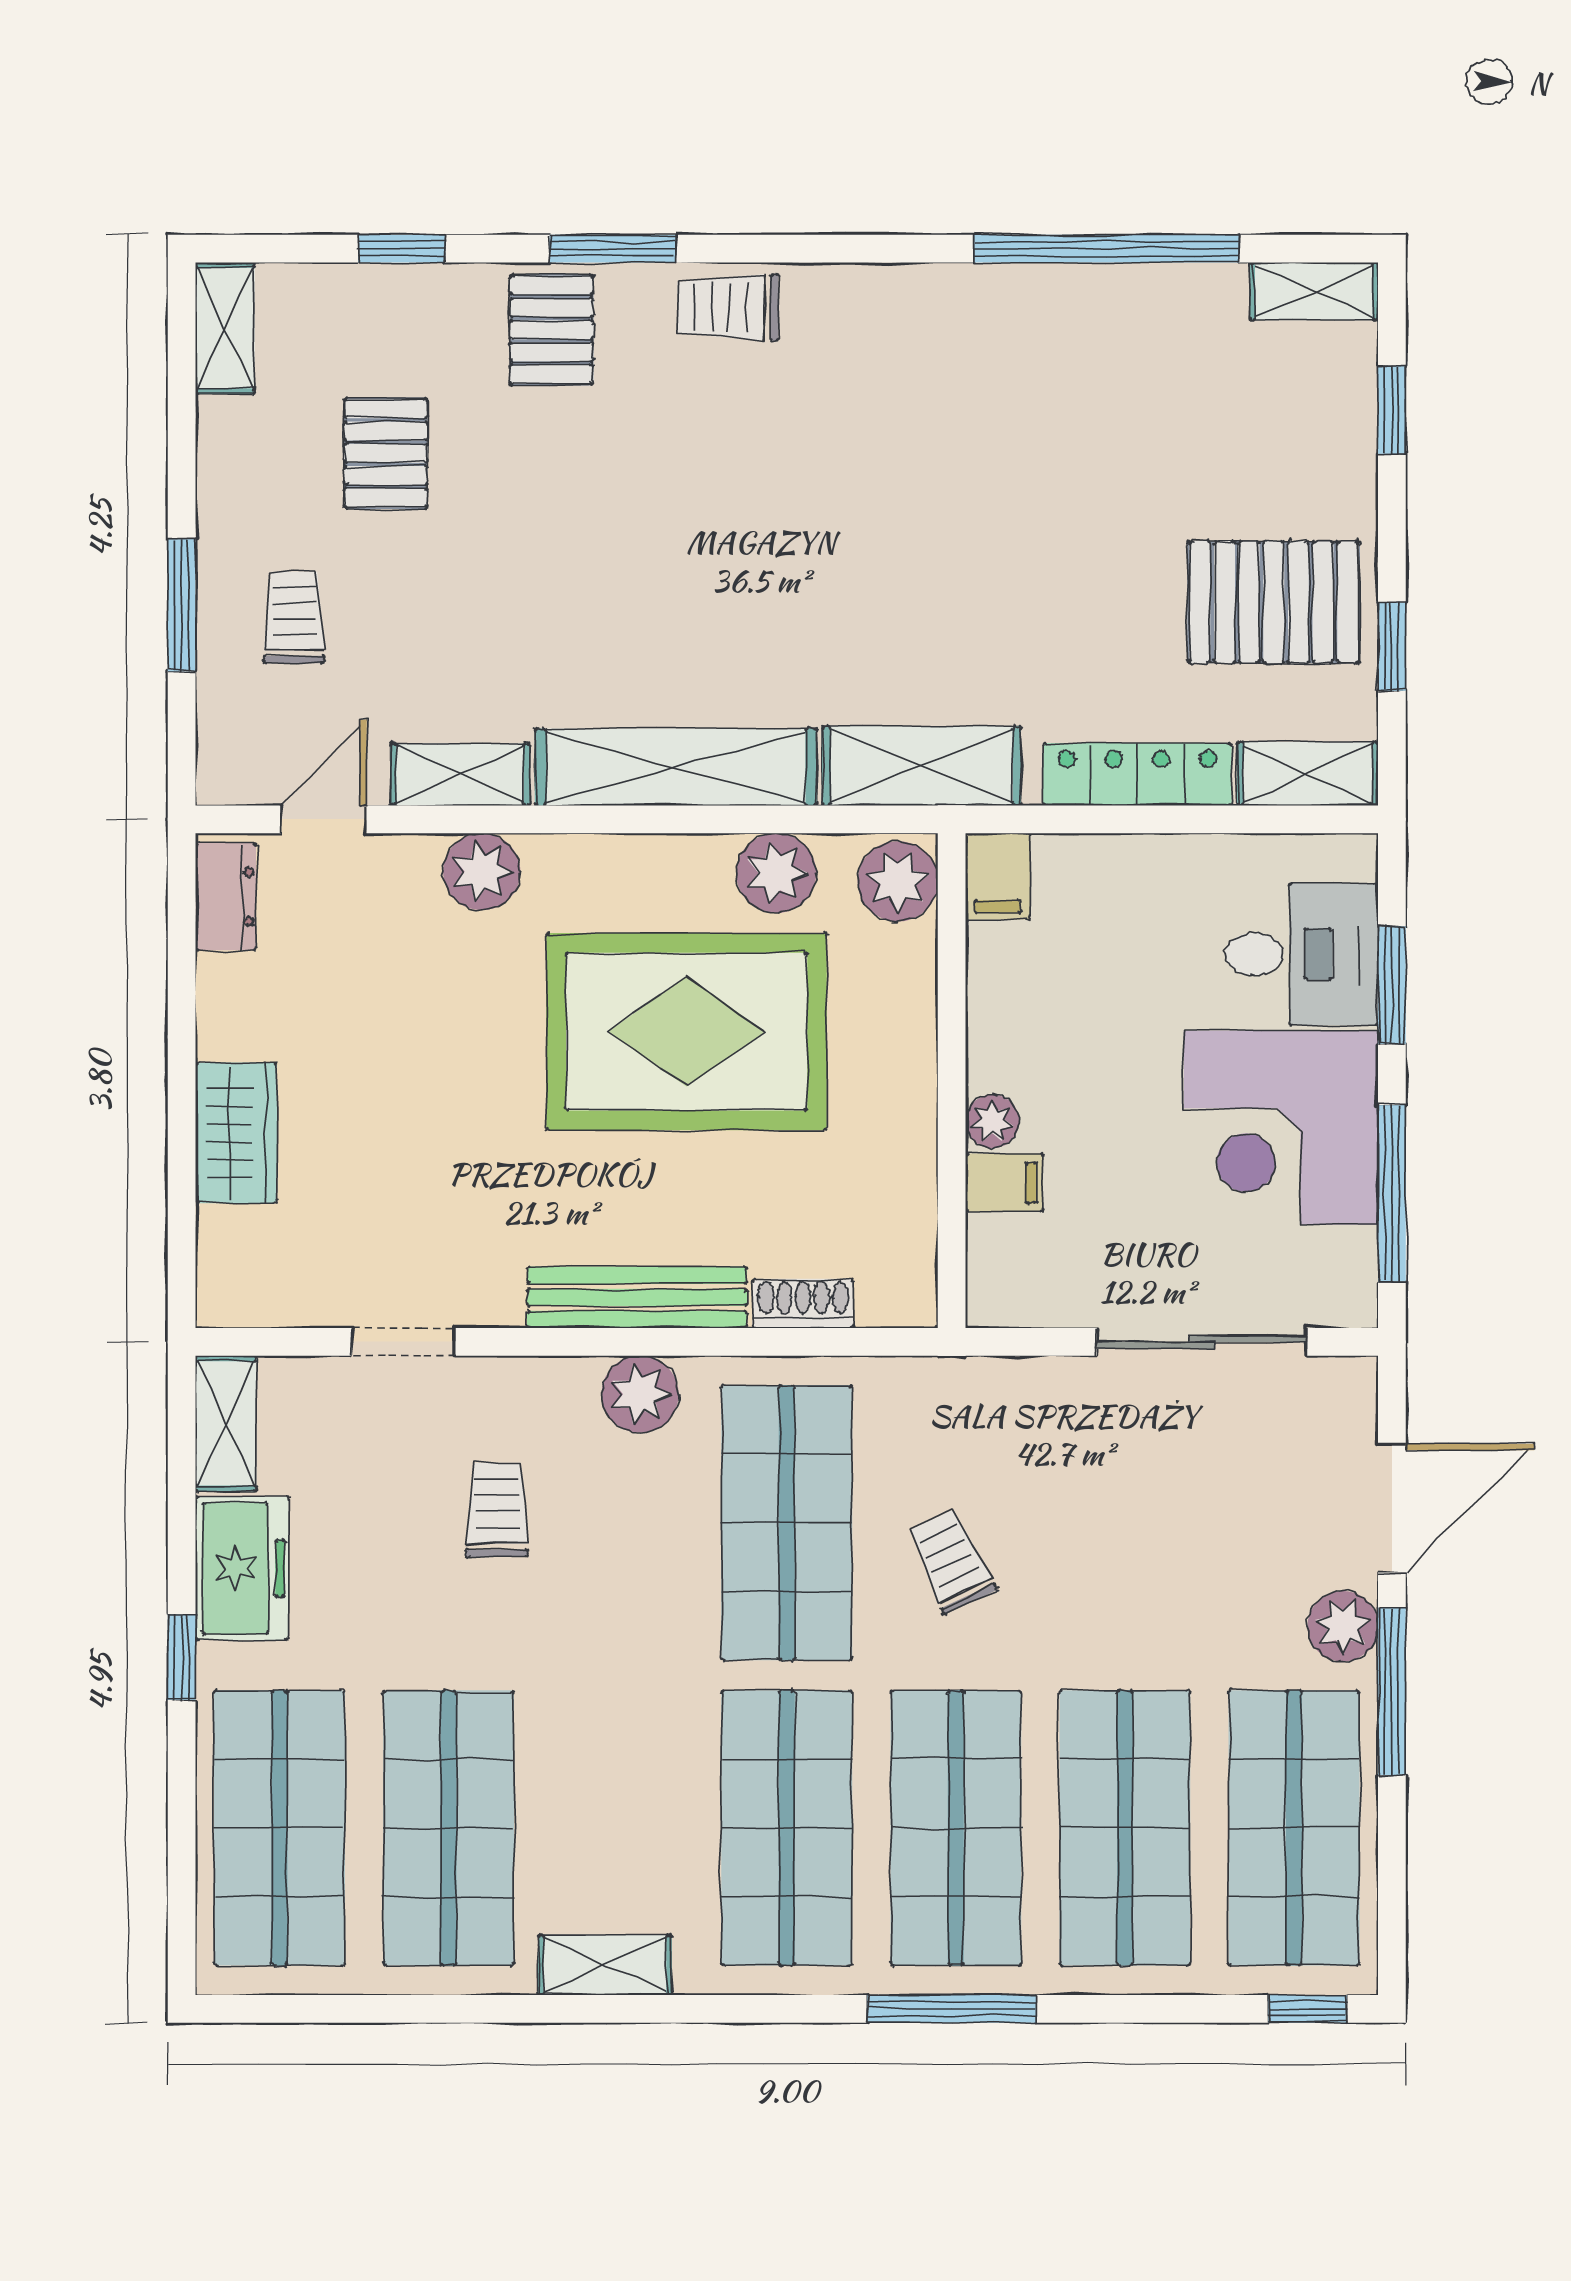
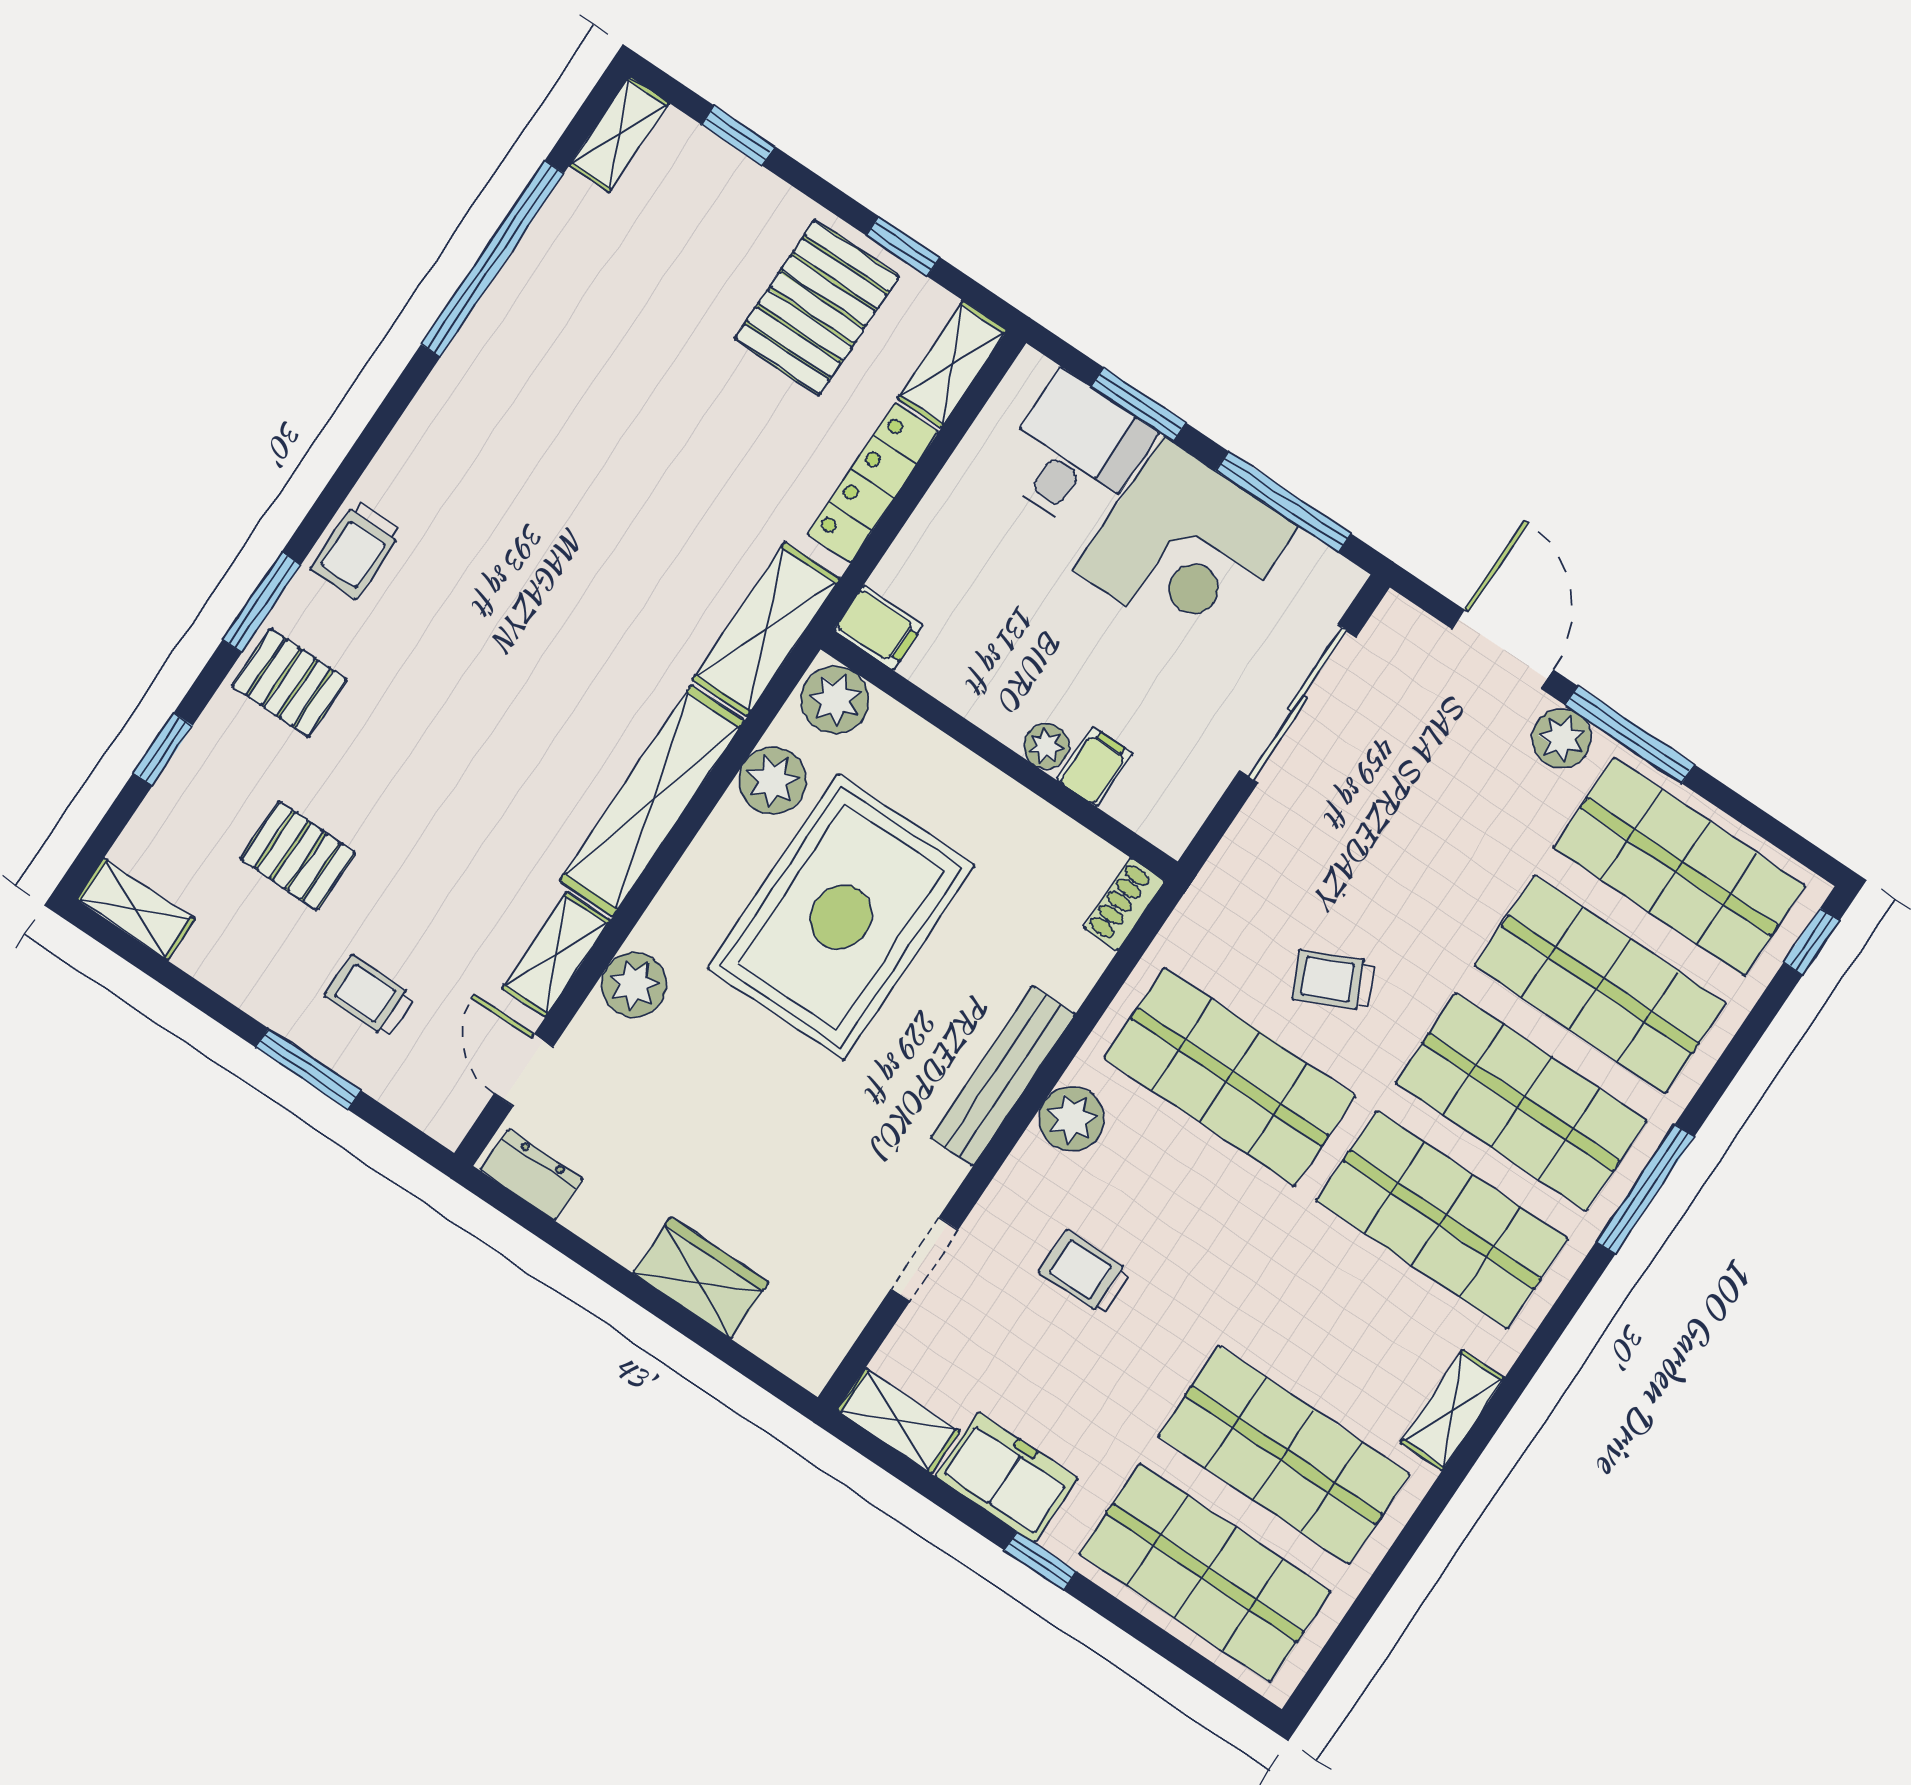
shoe rack: (803, 1304) -> (1124, 904), moved

